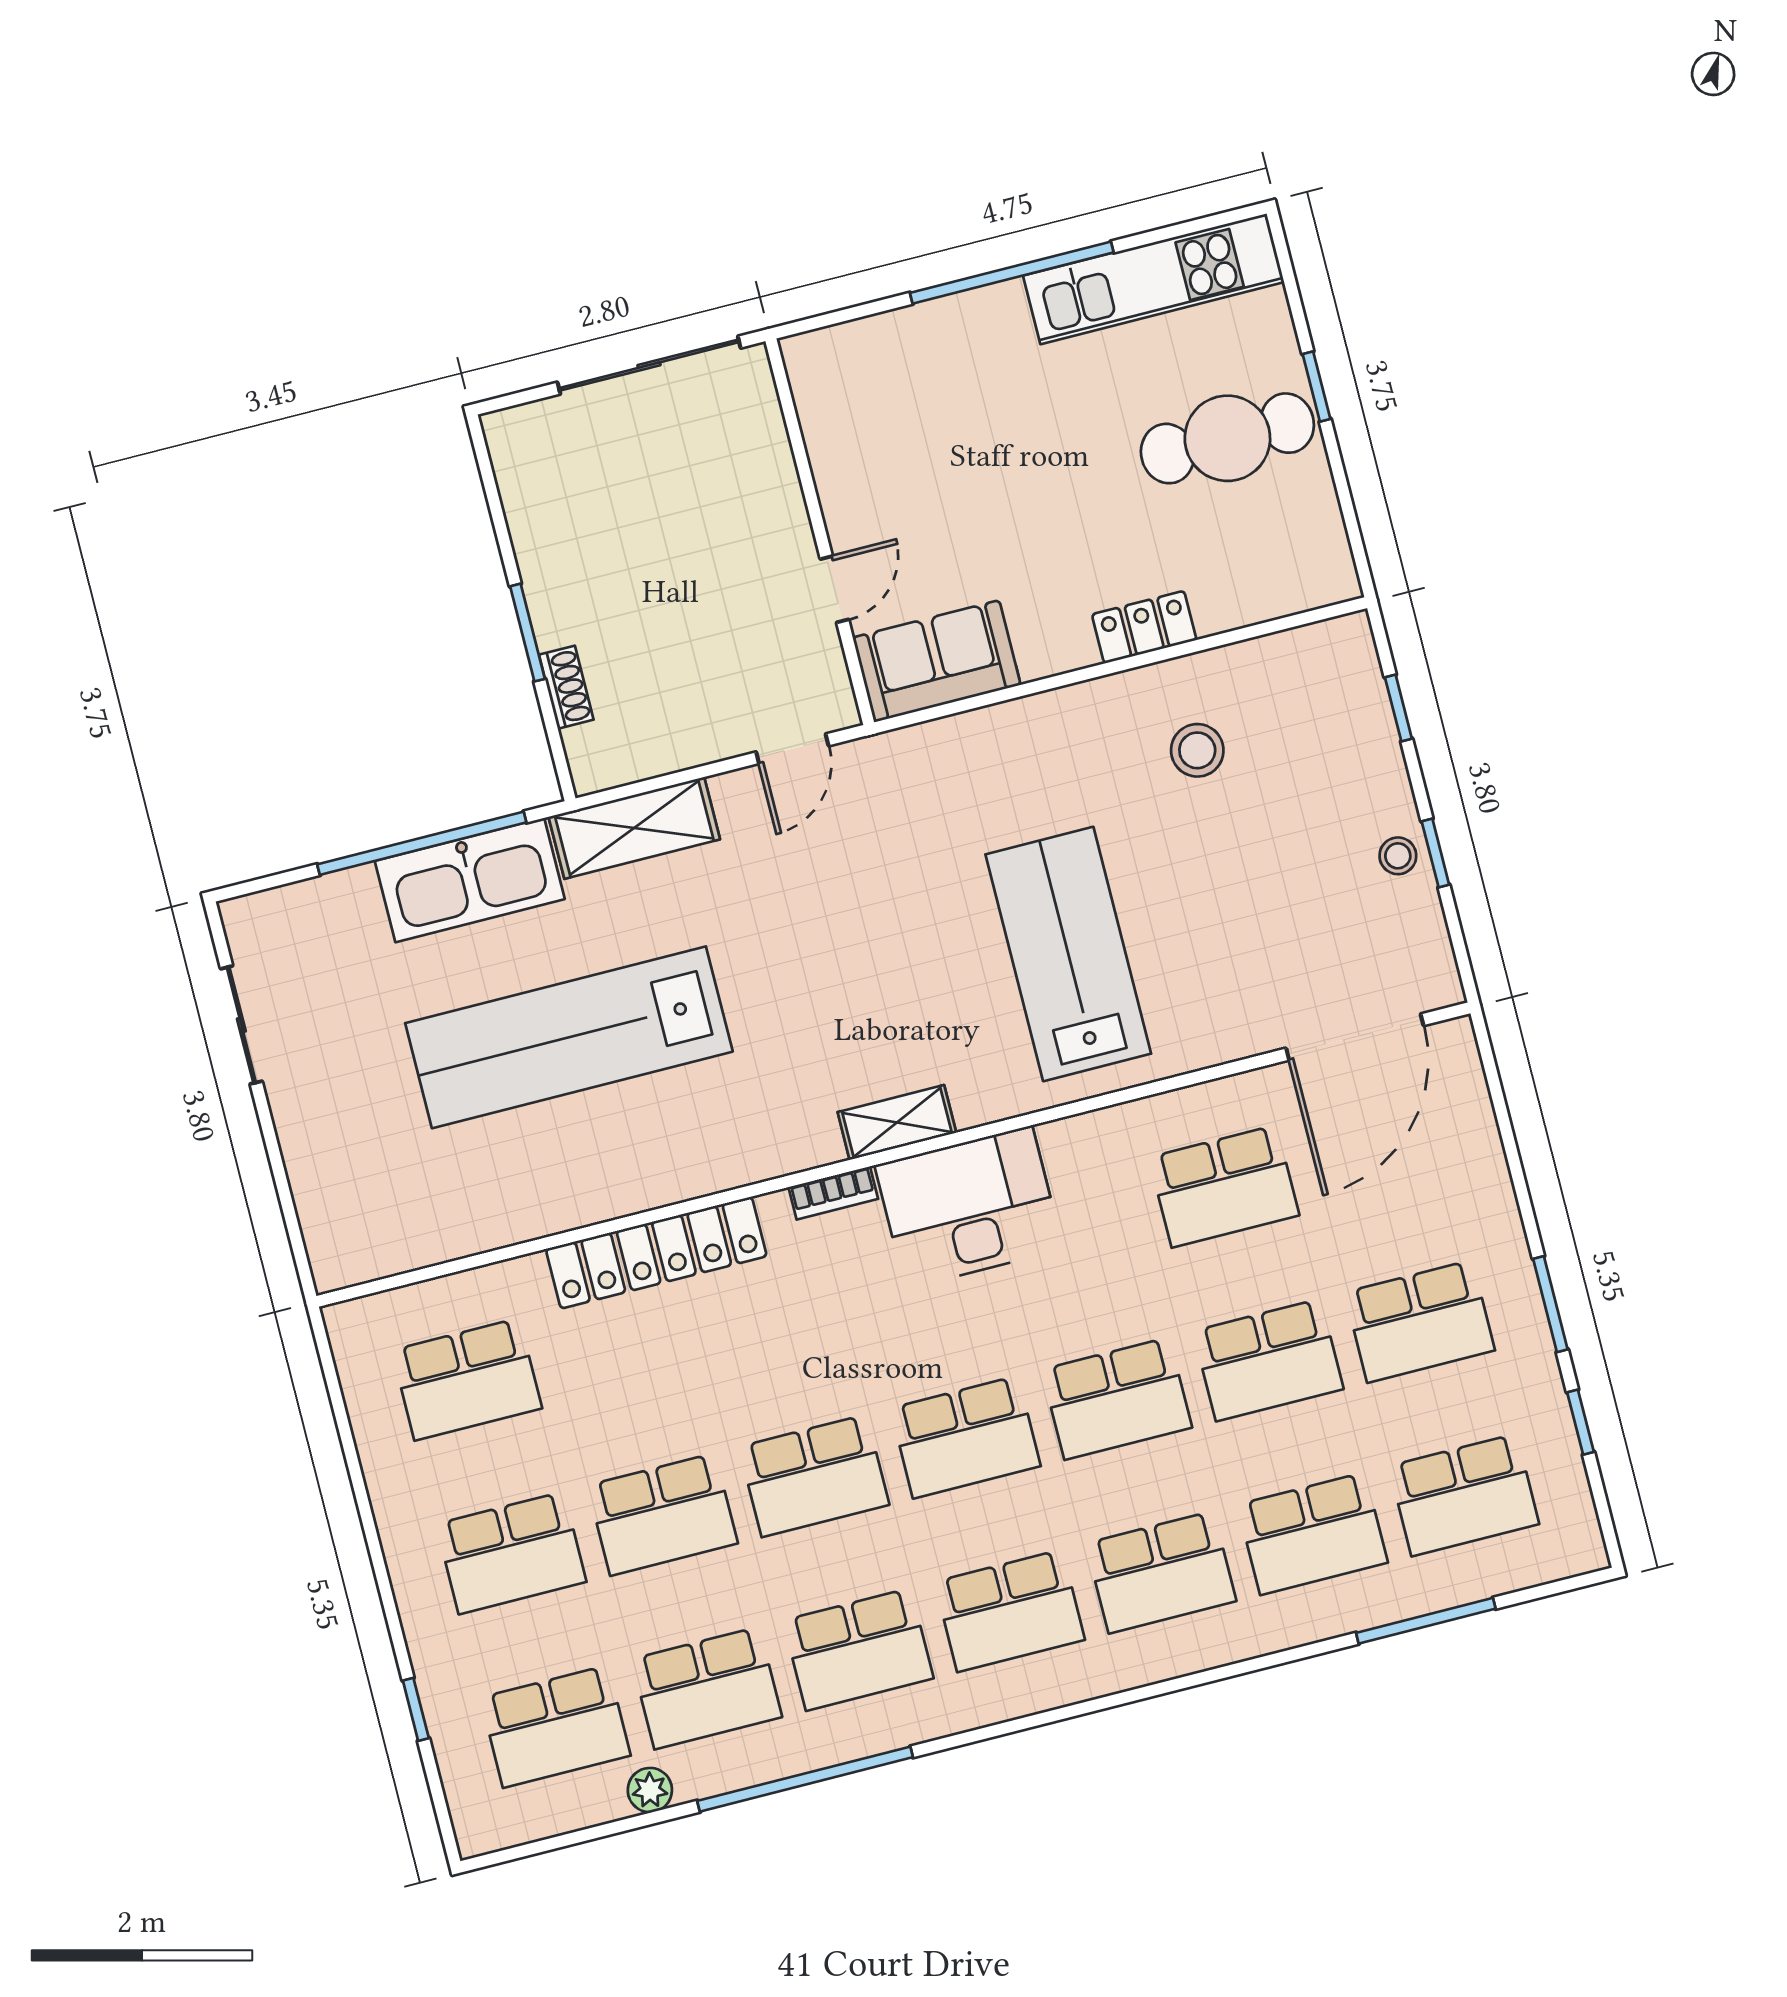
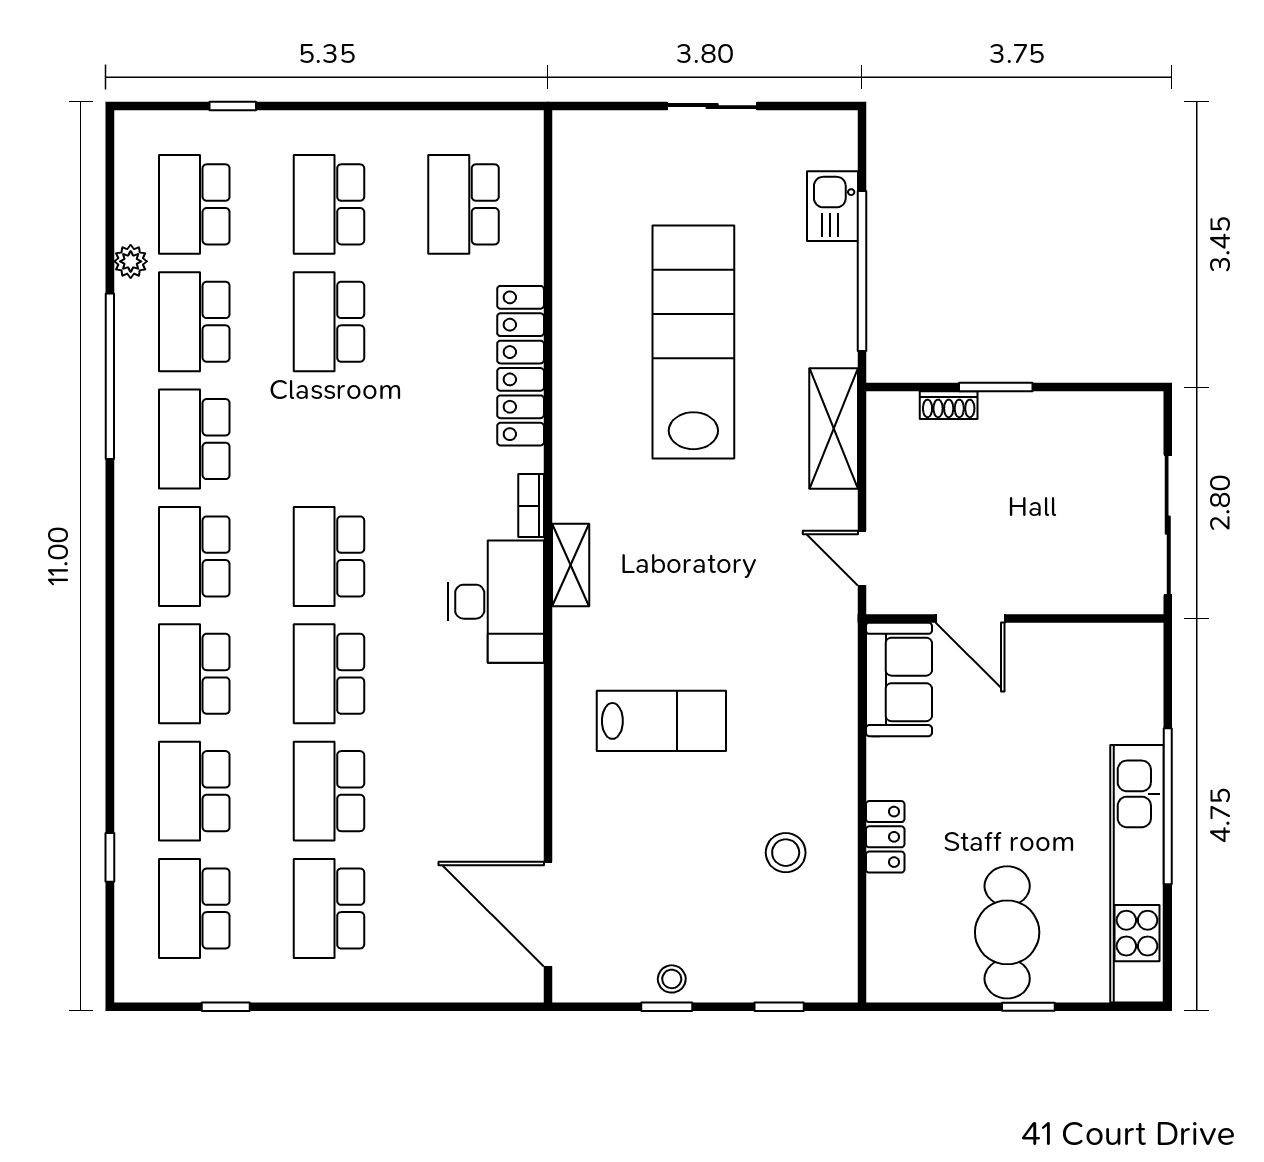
kitchen unit: (1154, 279) -> (1137, 874), width x1.36
door: (834, 589) -> (970, 618), width x1.38
kitchen sink: (470, 880) -> (832, 206), moved, width x0.53, depth x0.81
lab bench: (1068, 954) -> (661, 721), width x0.73, depth x0.72
sliding door: (241, 1025) -> (712, 106), moved
school desk: (1224, 1186) -> (463, 791), removed
window: (1550, 1304) -> (317, 1007), removed
school desk: (814, 1476) -> (329, 439), removed
window: (1426, 1621) -> (110, 857), width x0.46

